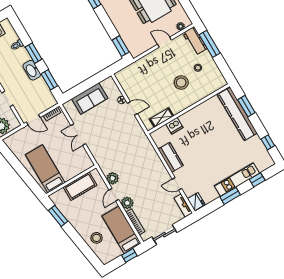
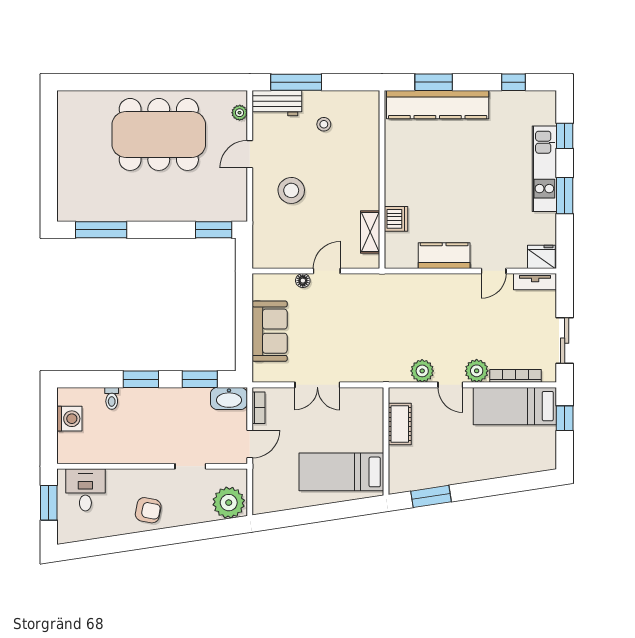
washbasin: (32, 70) -> (229, 399), moved
stool: (181, 83) -> (291, 190), moved
cot: (80, 186) -> (400, 424), width x0.73, depth x0.75
stool: (97, 238) -> (504, 455), removed

